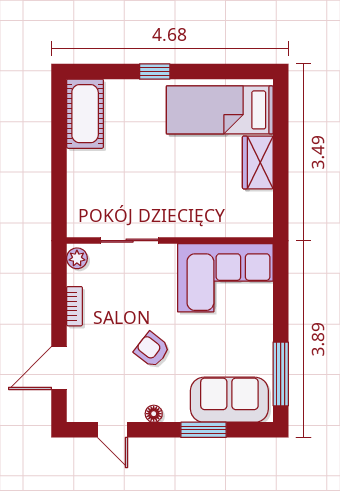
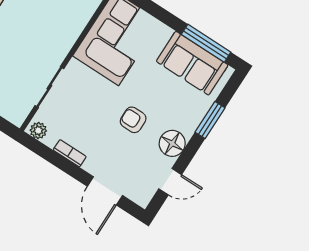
armchair: (152, 350) -> (133, 120), turned 52
sofa: (229, 400) -> (192, 63), moved, turned -90
floor lamp: (154, 414) -> (172, 143), width x1.89, depth x1.89

